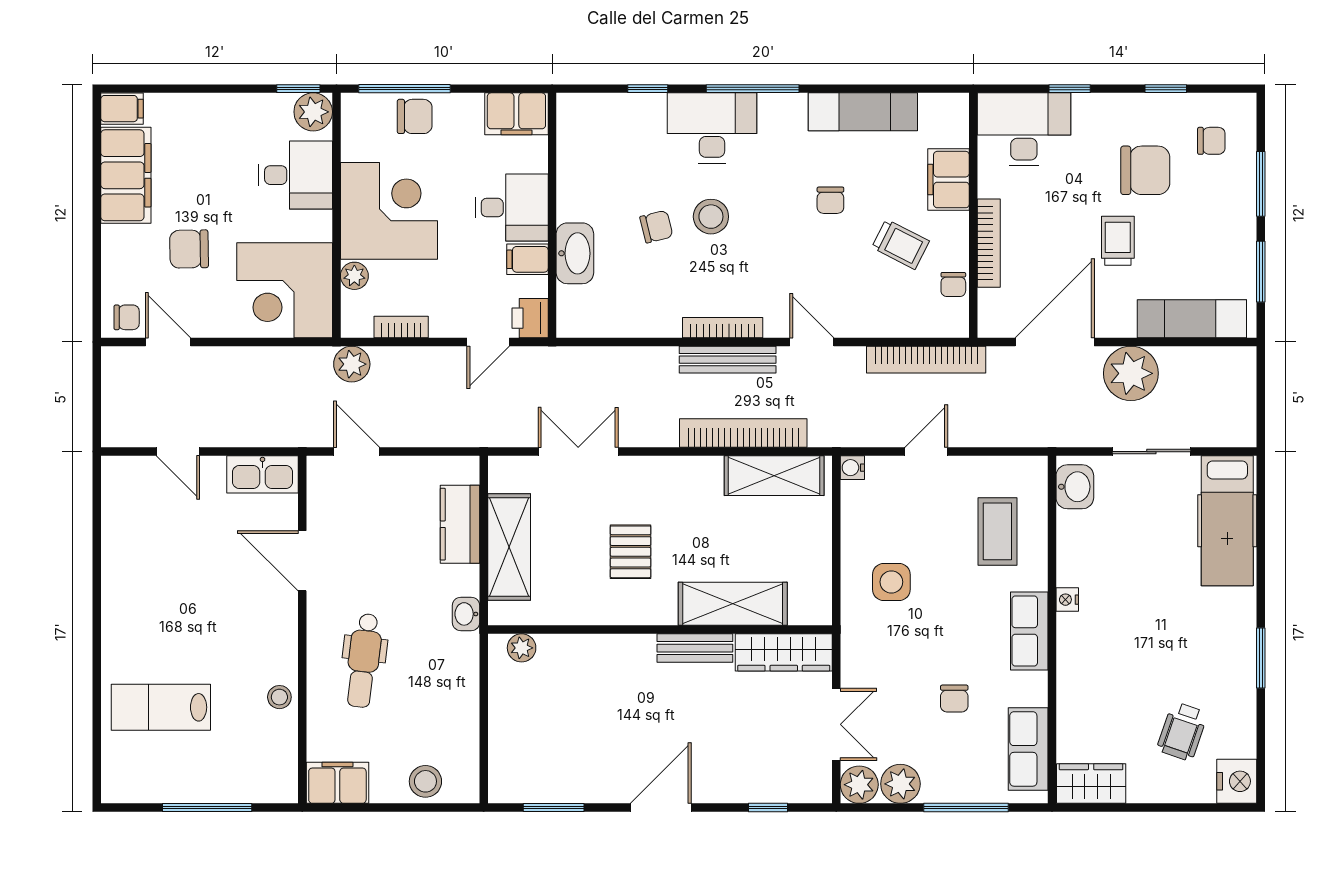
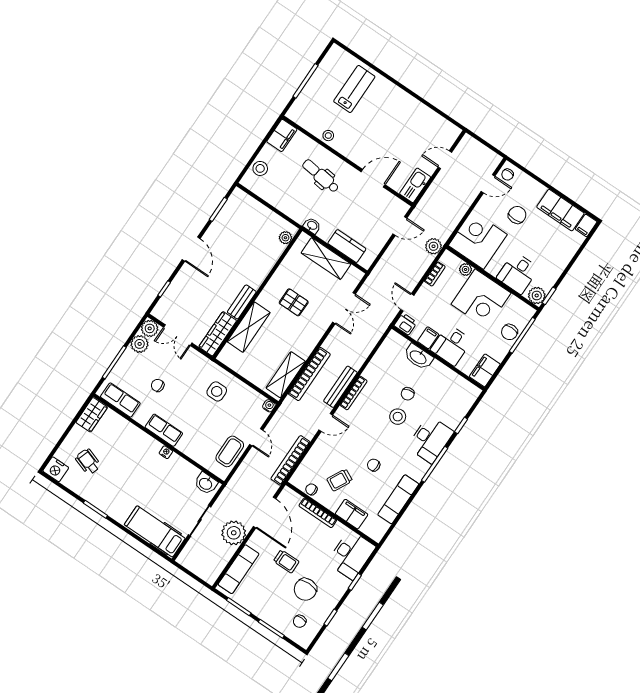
coffee table: (997, 531) -> (230, 451), moved, turned 90

